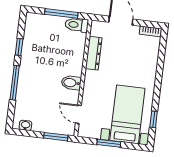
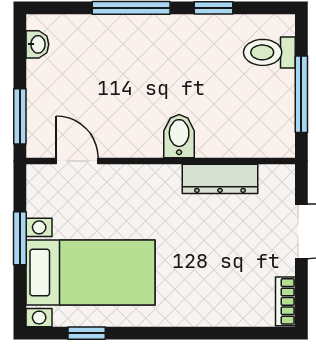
toilet: (77, 25) -> (269, 52), moved, turned -90
bidet: (71, 83) -> (179, 136), moved
door: (78, 114) -> (77, 161), hinge flipped

